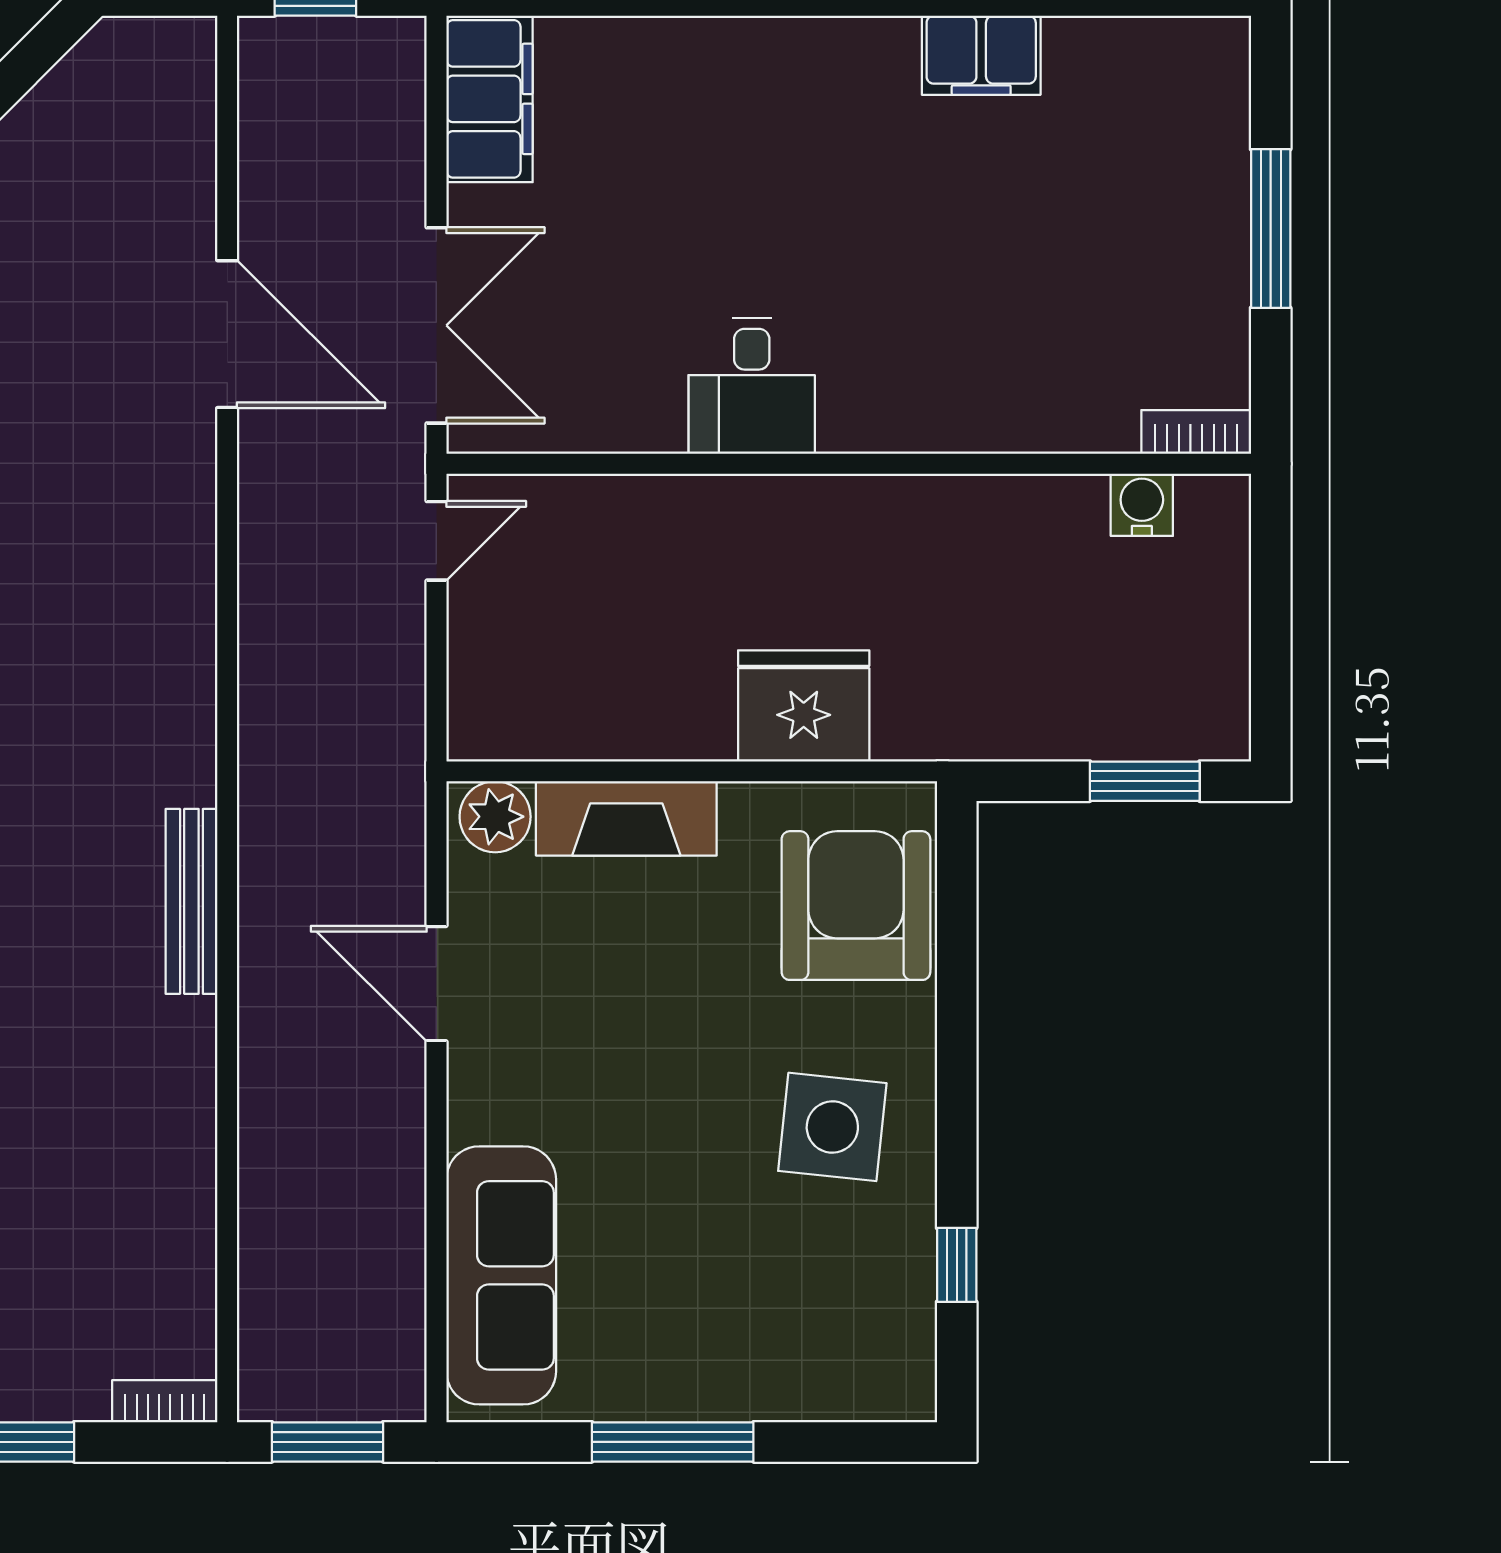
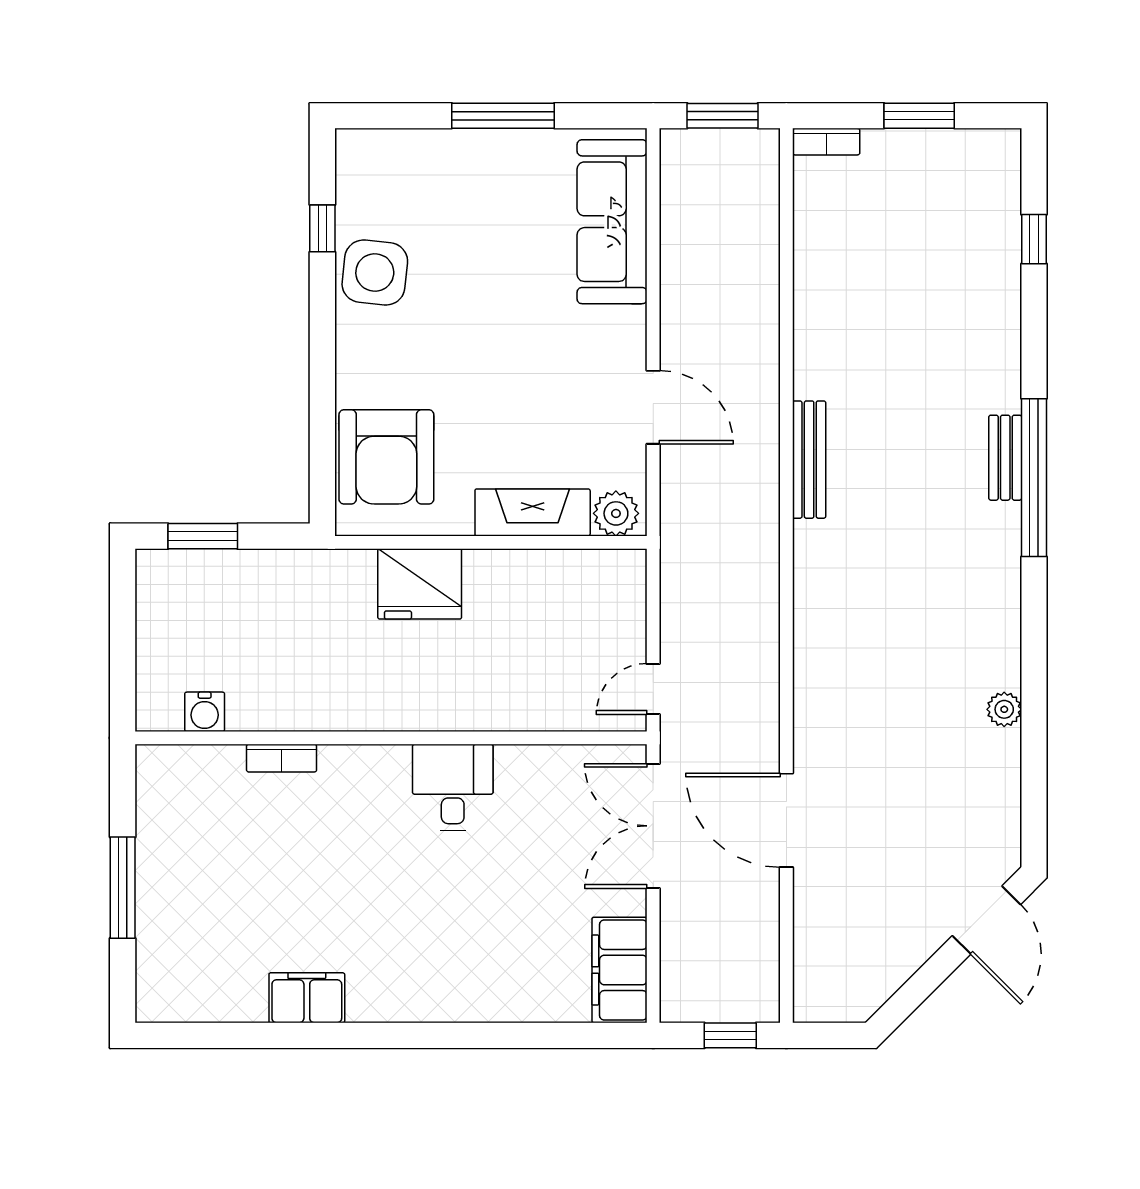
bookcase: (1196, 432) -> (282, 758), moved
side table: (832, 1127) -> (375, 272), moved

